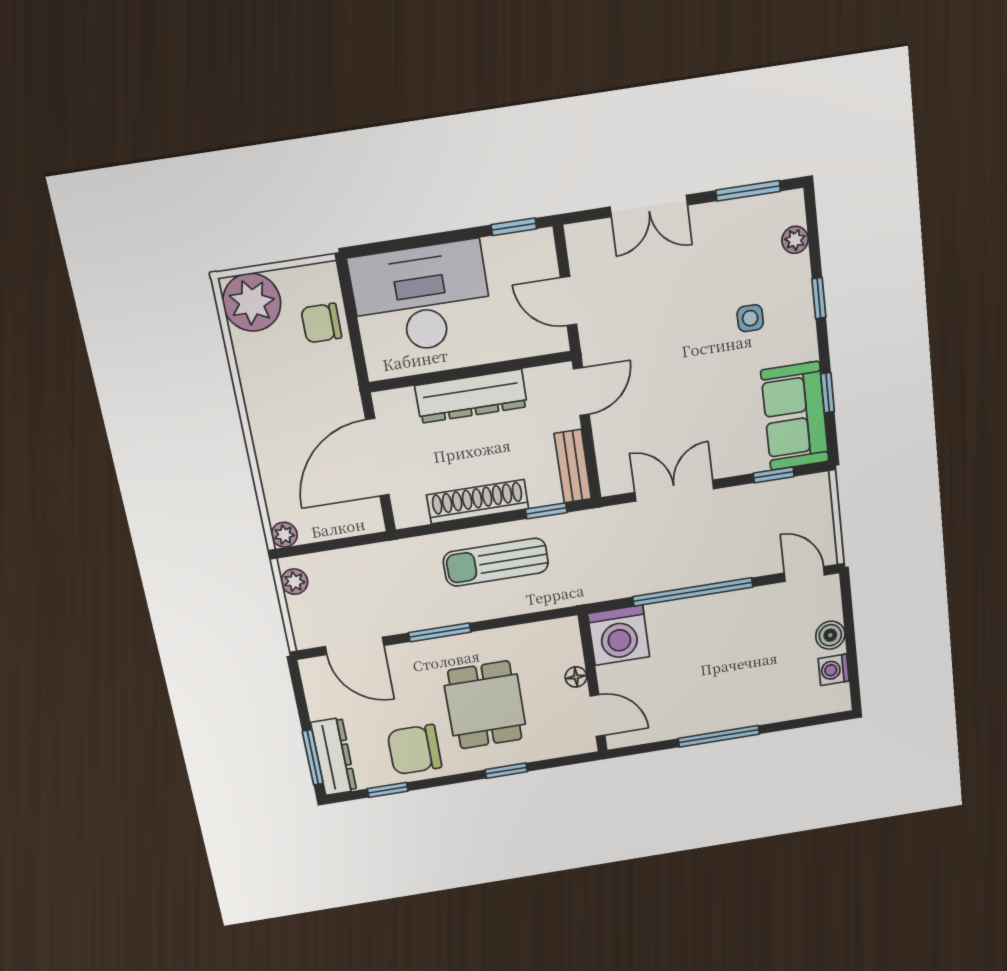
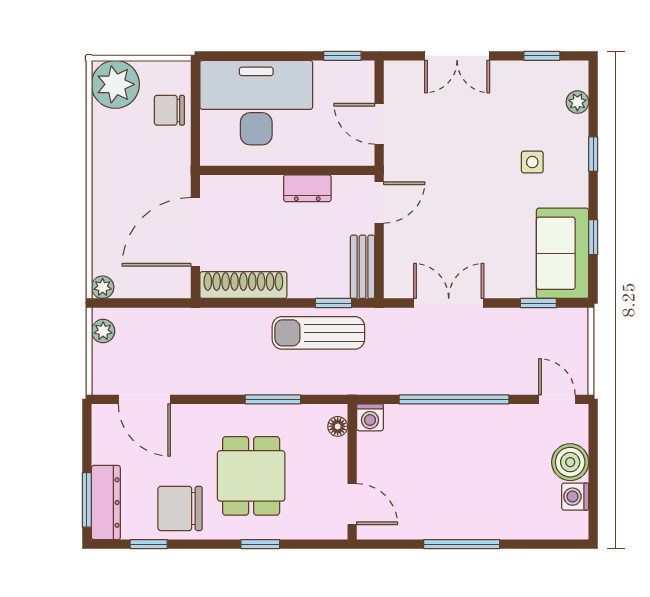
window: (748, 191) -> (542, 56), width x0.67
dresser: (471, 396) -> (307, 188), width x0.51, depth x0.80
shoe rack: (478, 502) -> (243, 285), moved
sun lounger: (496, 562) -> (318, 333), moved
window: (440, 632) -> (273, 399), moved
washing machine: (619, 635) -> (370, 417), width x0.53, depth x0.53
boiler: (830, 635) -> (570, 462), width x1.36, depth x1.36
floor lamp: (576, 677) -> (338, 426), moved

